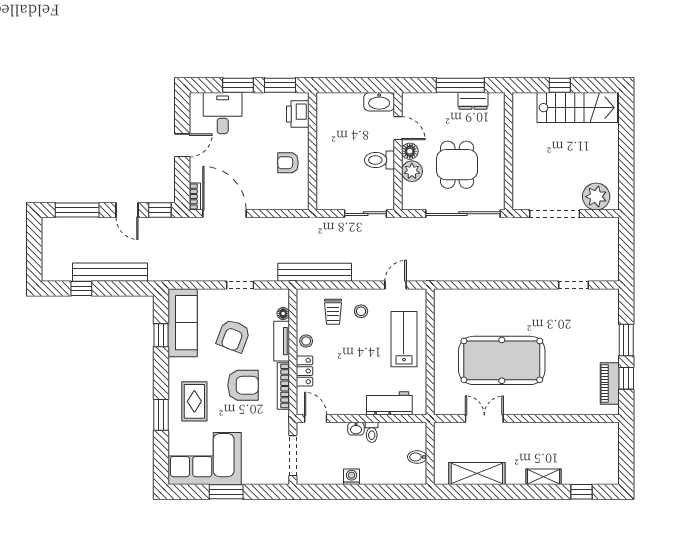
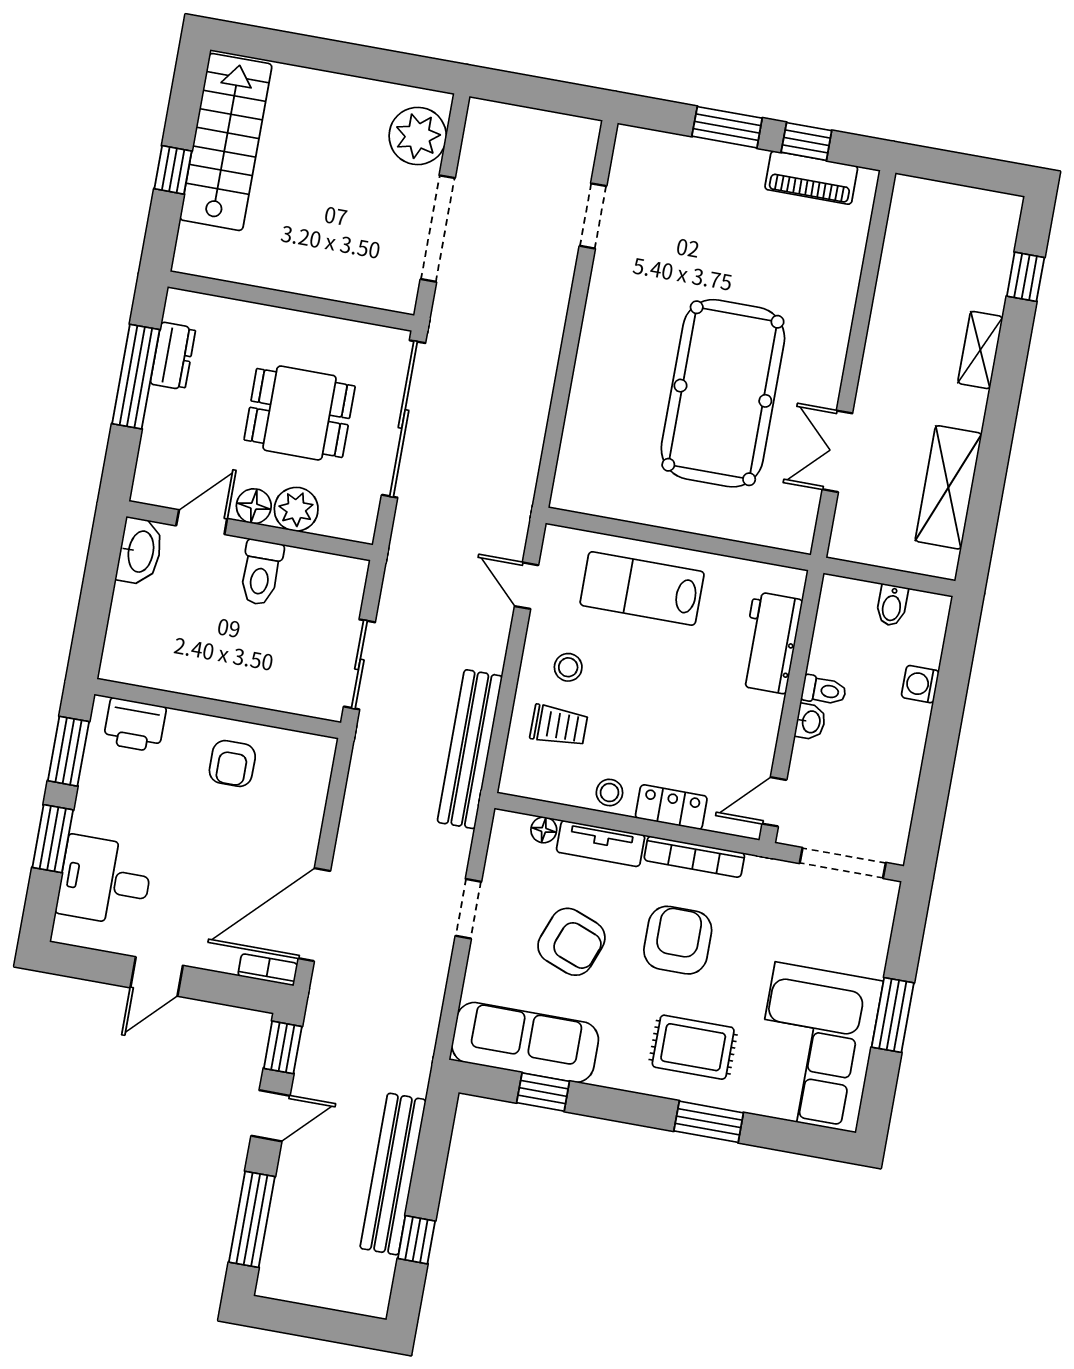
door: (182, 145) -> (157, 977), swing flipped
sliding door: (366, 214) -> (359, 664), moved
washing machine: (352, 477) -> (920, 684), moved

